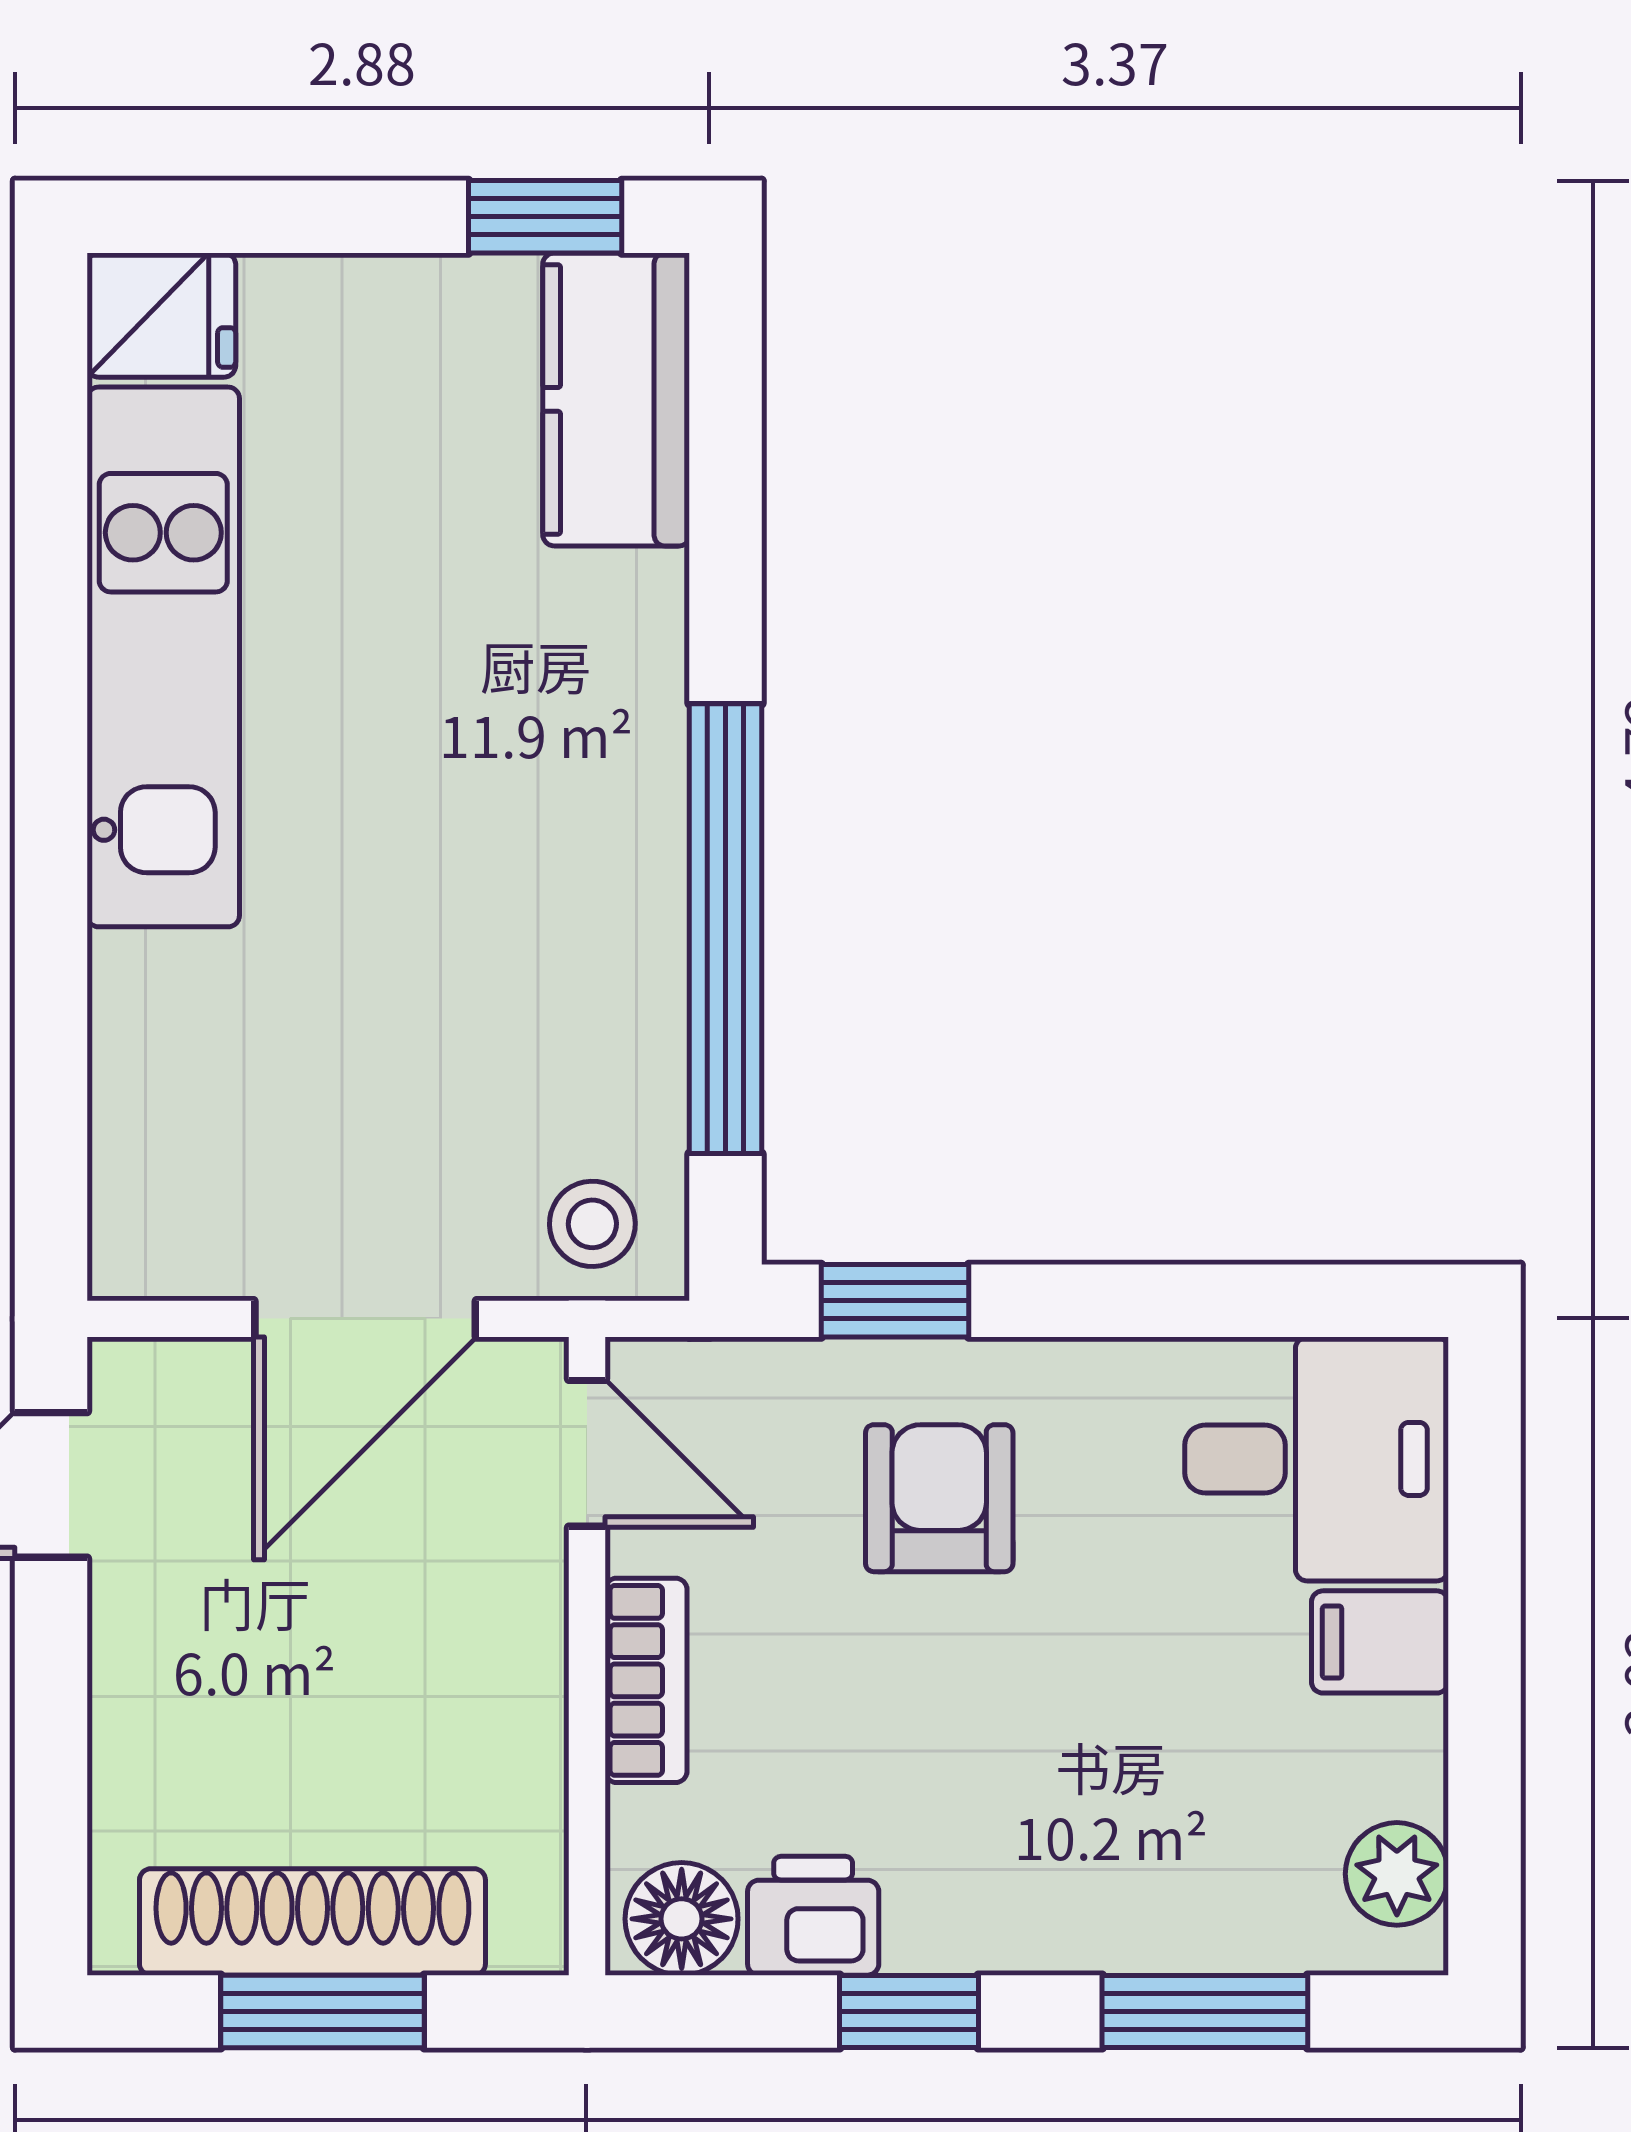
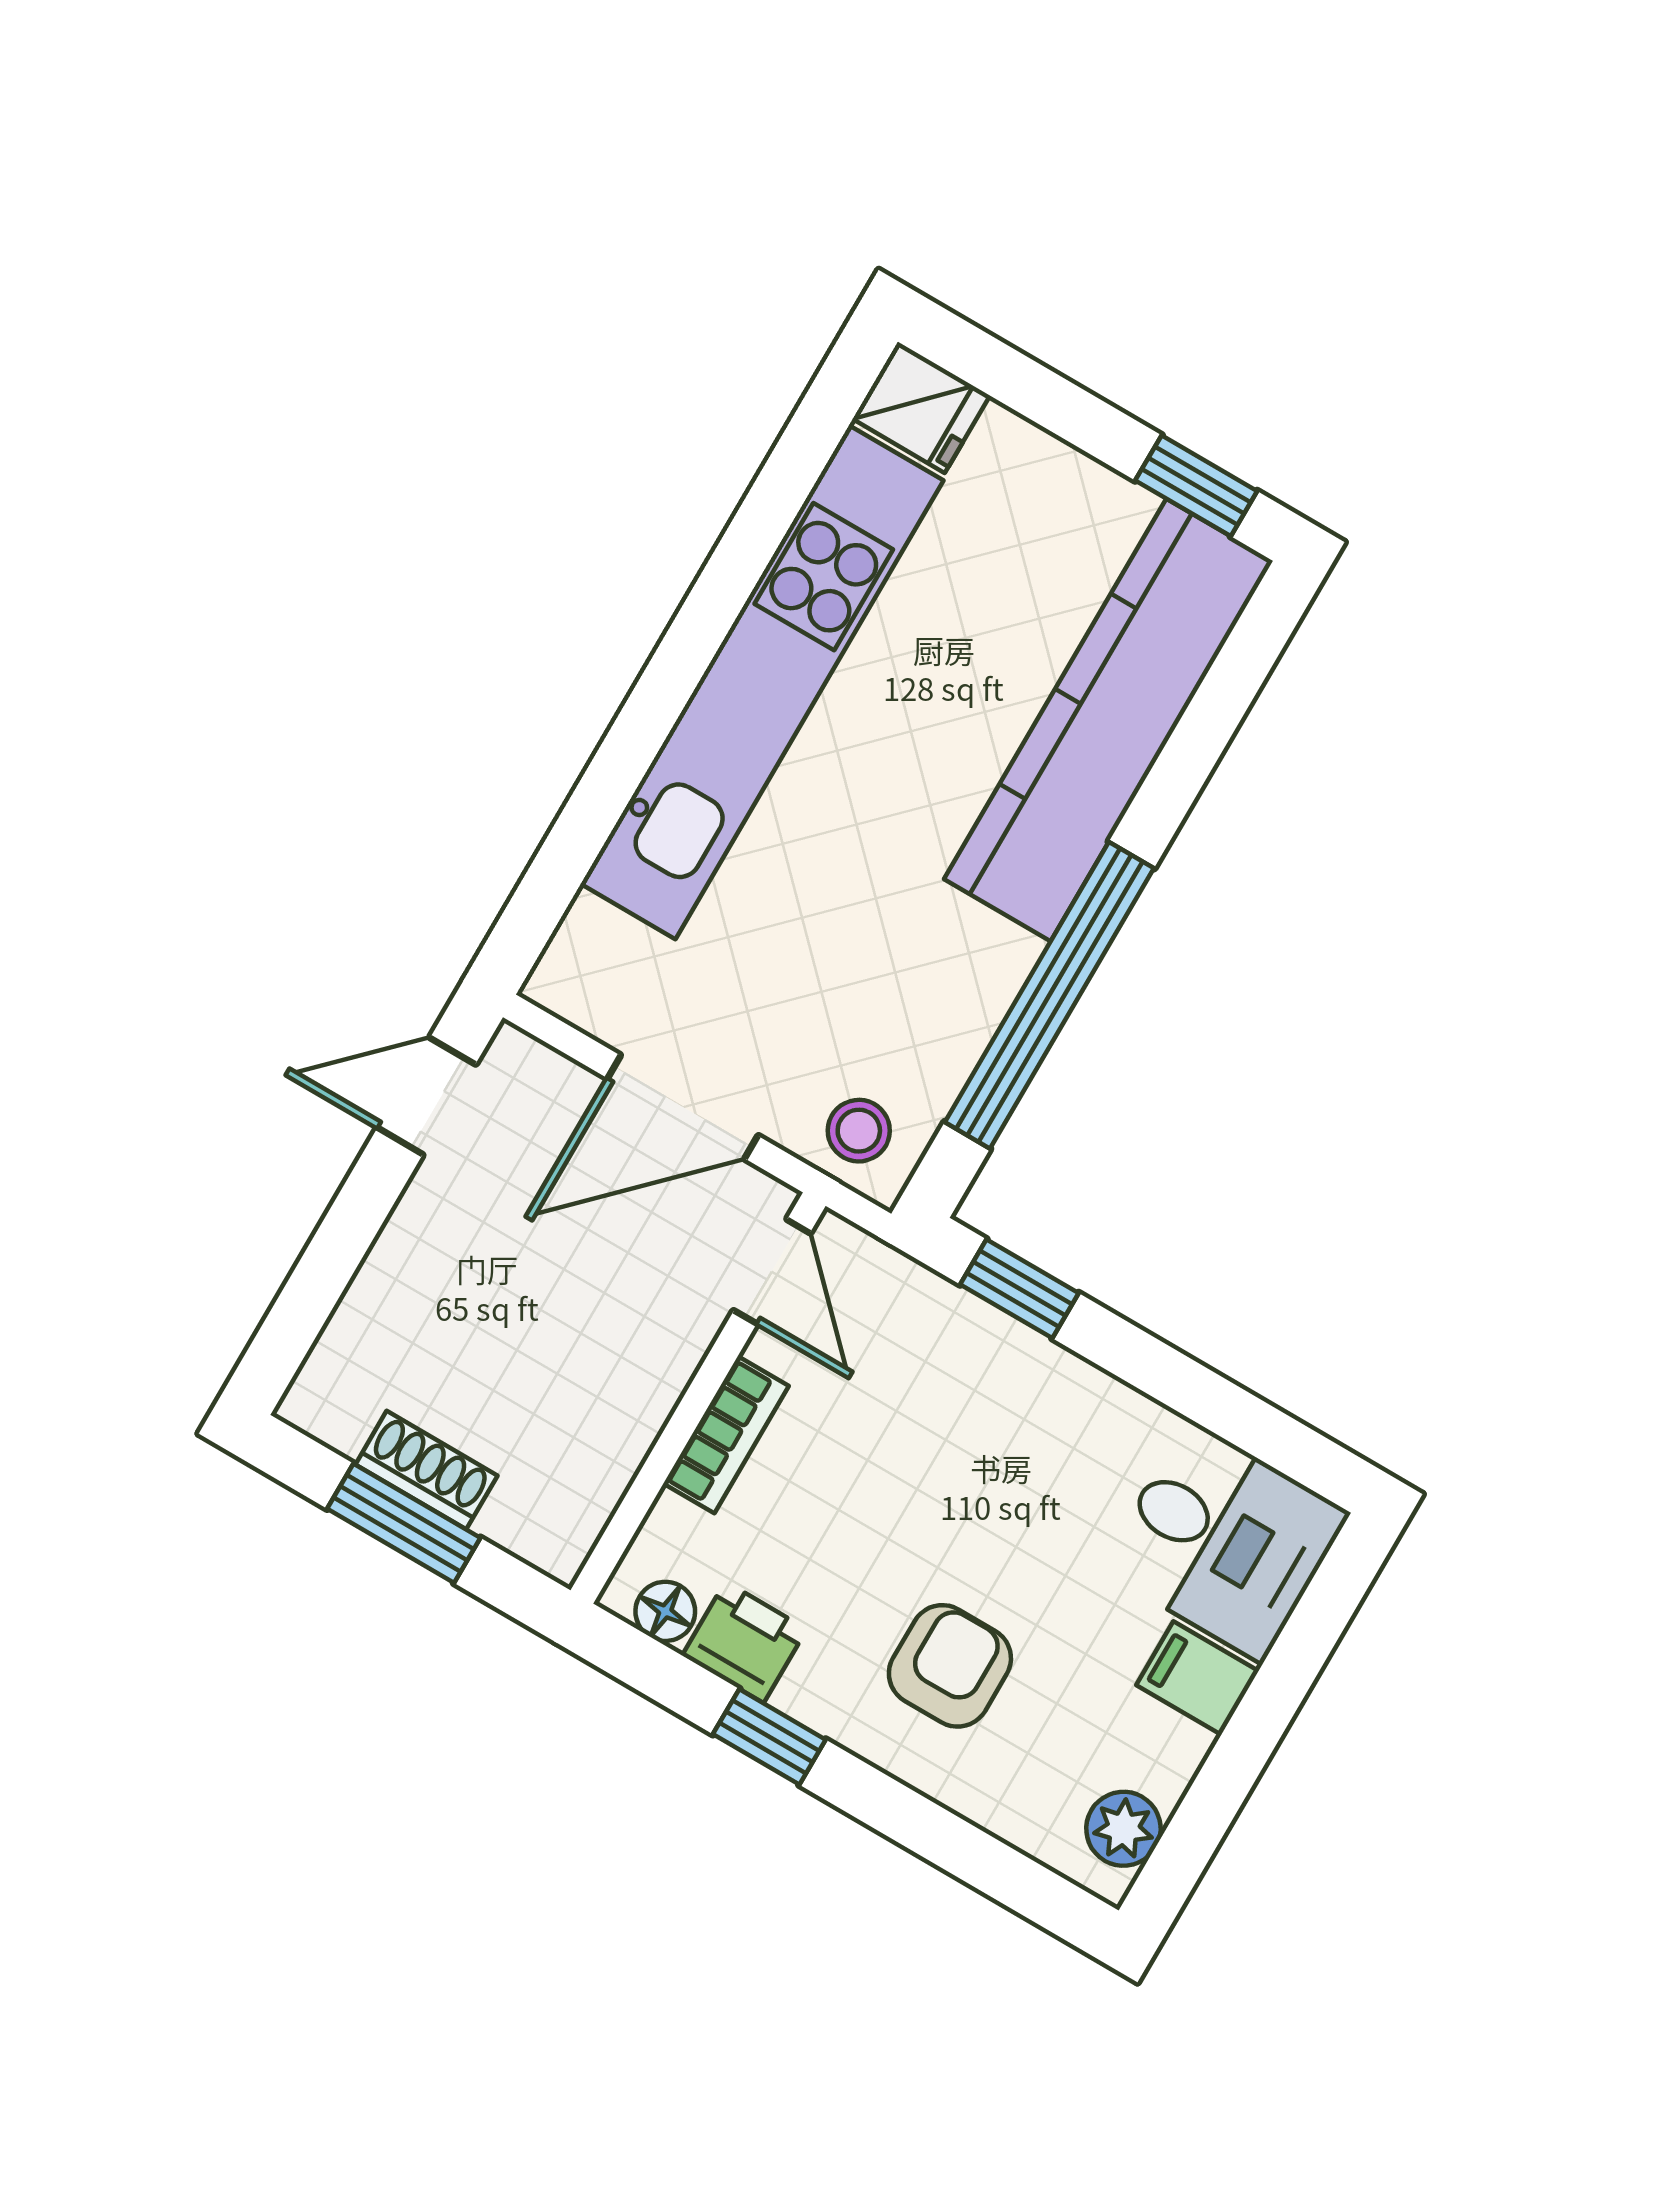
kitchen counter: (616, 399) -> (1108, 720), width x2.08, depth x1.17
kitchen unit: (163, 657) -> (762, 682), width x1.36
armchair: (939, 1498) -> (950, 1666), moved
floor lamp: (682, 1919) -> (665, 1611), width x0.73, depth x0.73
shoe rack: (312, 1922) -> (426, 1470), width x0.51, depth x0.81
window: (1205, 2011) -> (954, 1845), removed

